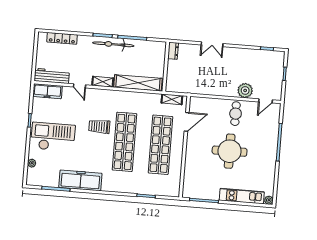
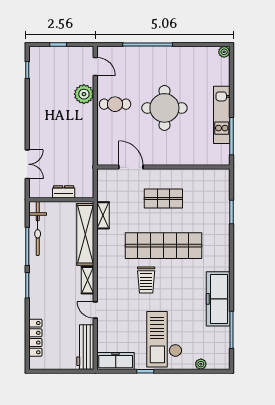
bicycle: (113, 44) -> (38, 228), moved
double door: (212, 44) -> (27, 164), moved
dresser: (173, 51) -> (64, 192), moved
door: (80, 86) -> (95, 310), swing flipped
freezer: (48, 91) -> (116, 361), moved, turned -90
shelving: (172, 99) -> (103, 215), moved
shop shelf: (160, 145) -> (163, 199), width x0.50, depth x0.74
kitchen unit: (242, 196) -> (222, 115), moved

